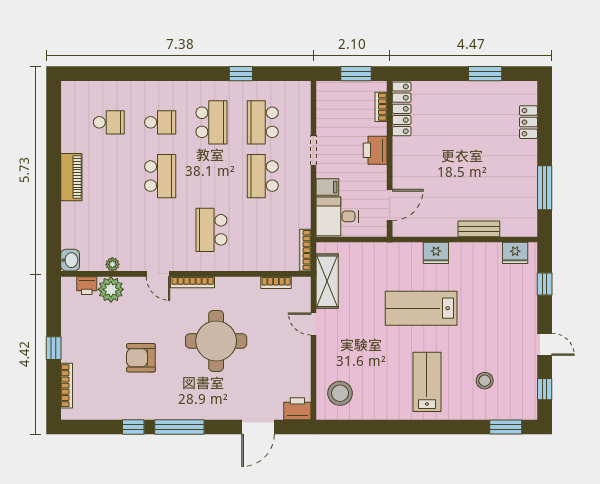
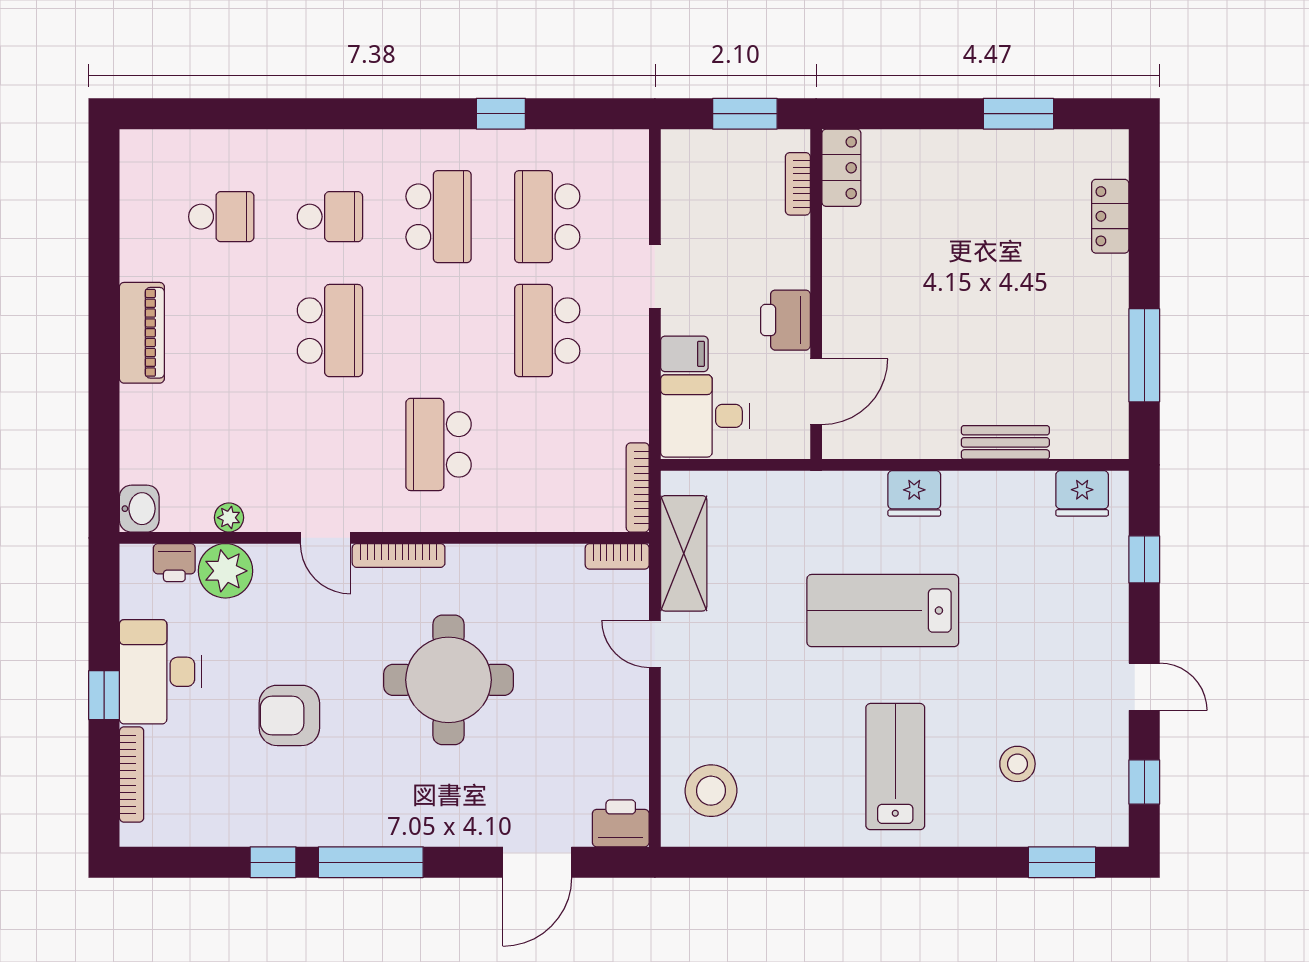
locker: (402, 109) -> (841, 168), width x0.66
printer: (375, 150) -> (786, 320), moved
bookcase: (276, 283) -> (617, 556), moved
desk: (80, 337) -> (160, 672), added

